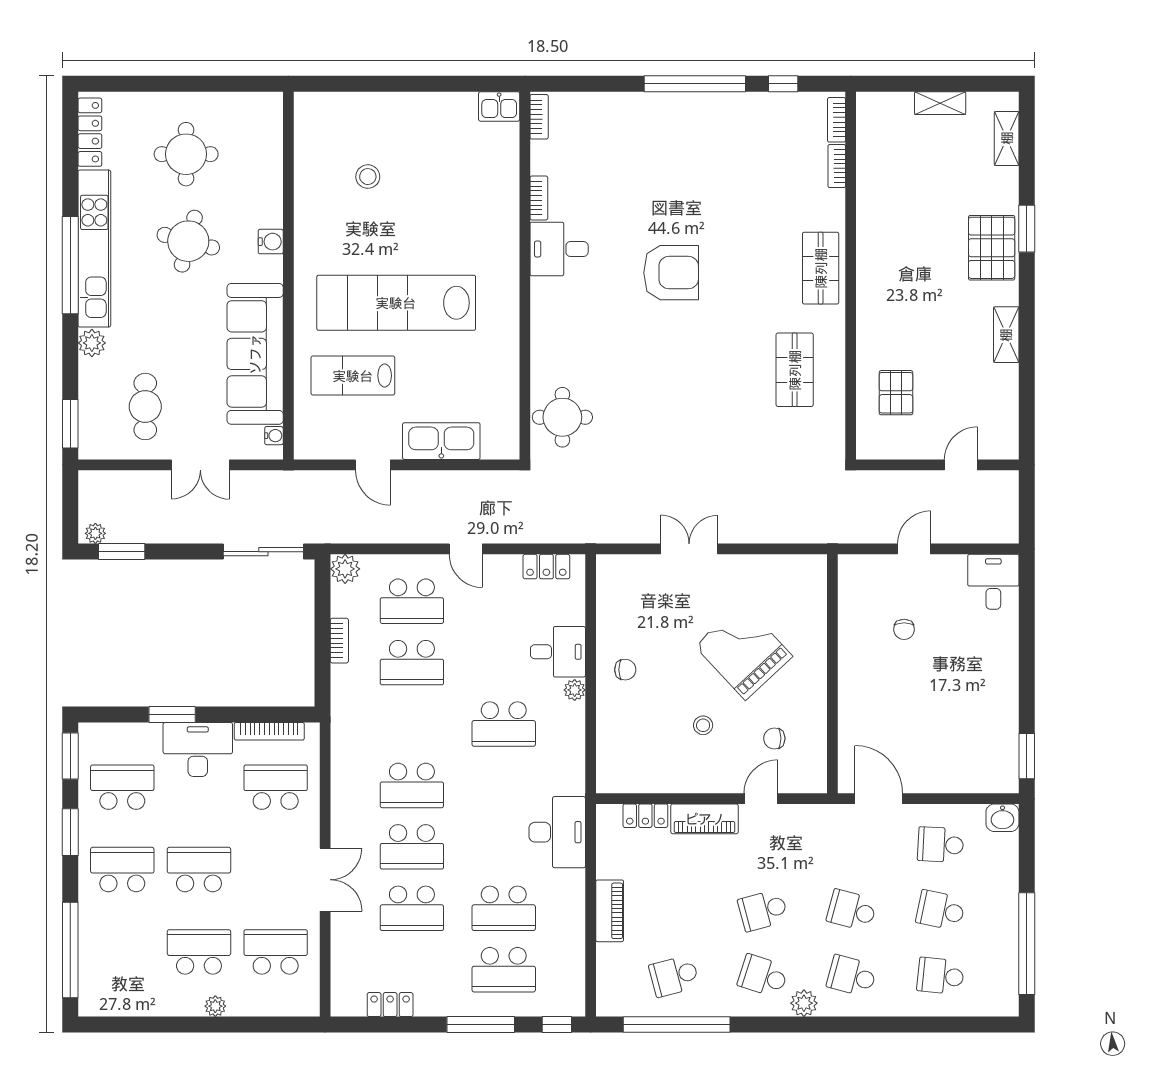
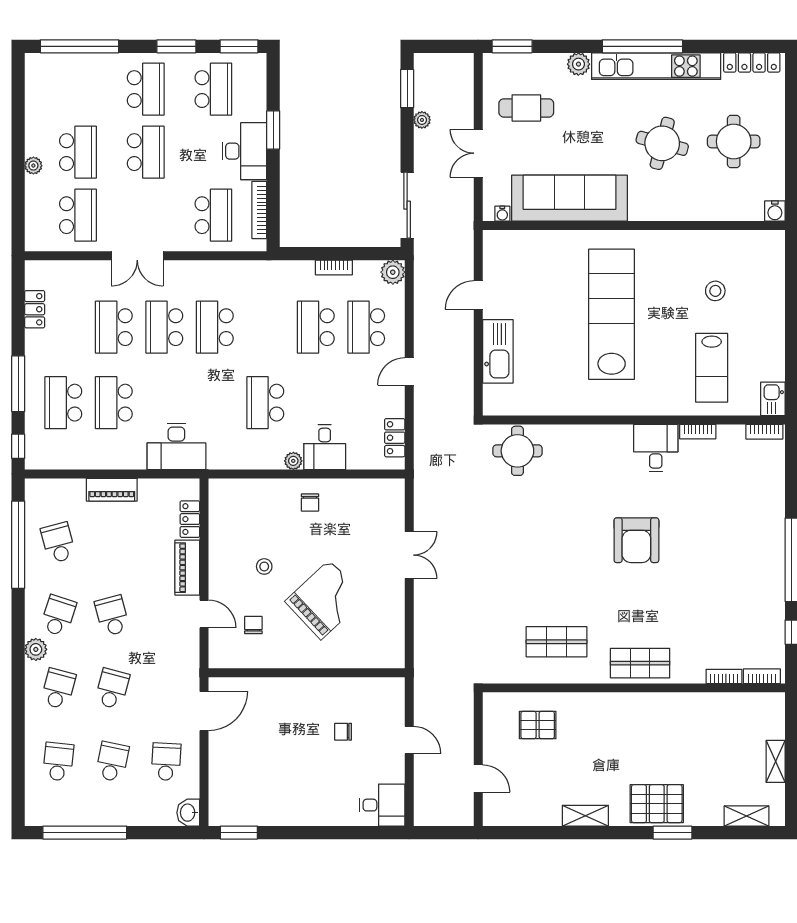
water cooler: (271, 242) -> (775, 211), moved
lab bench: (353, 376) -> (712, 368), moved, turned 180
plant: (95, 533) -> (422, 120), moved

